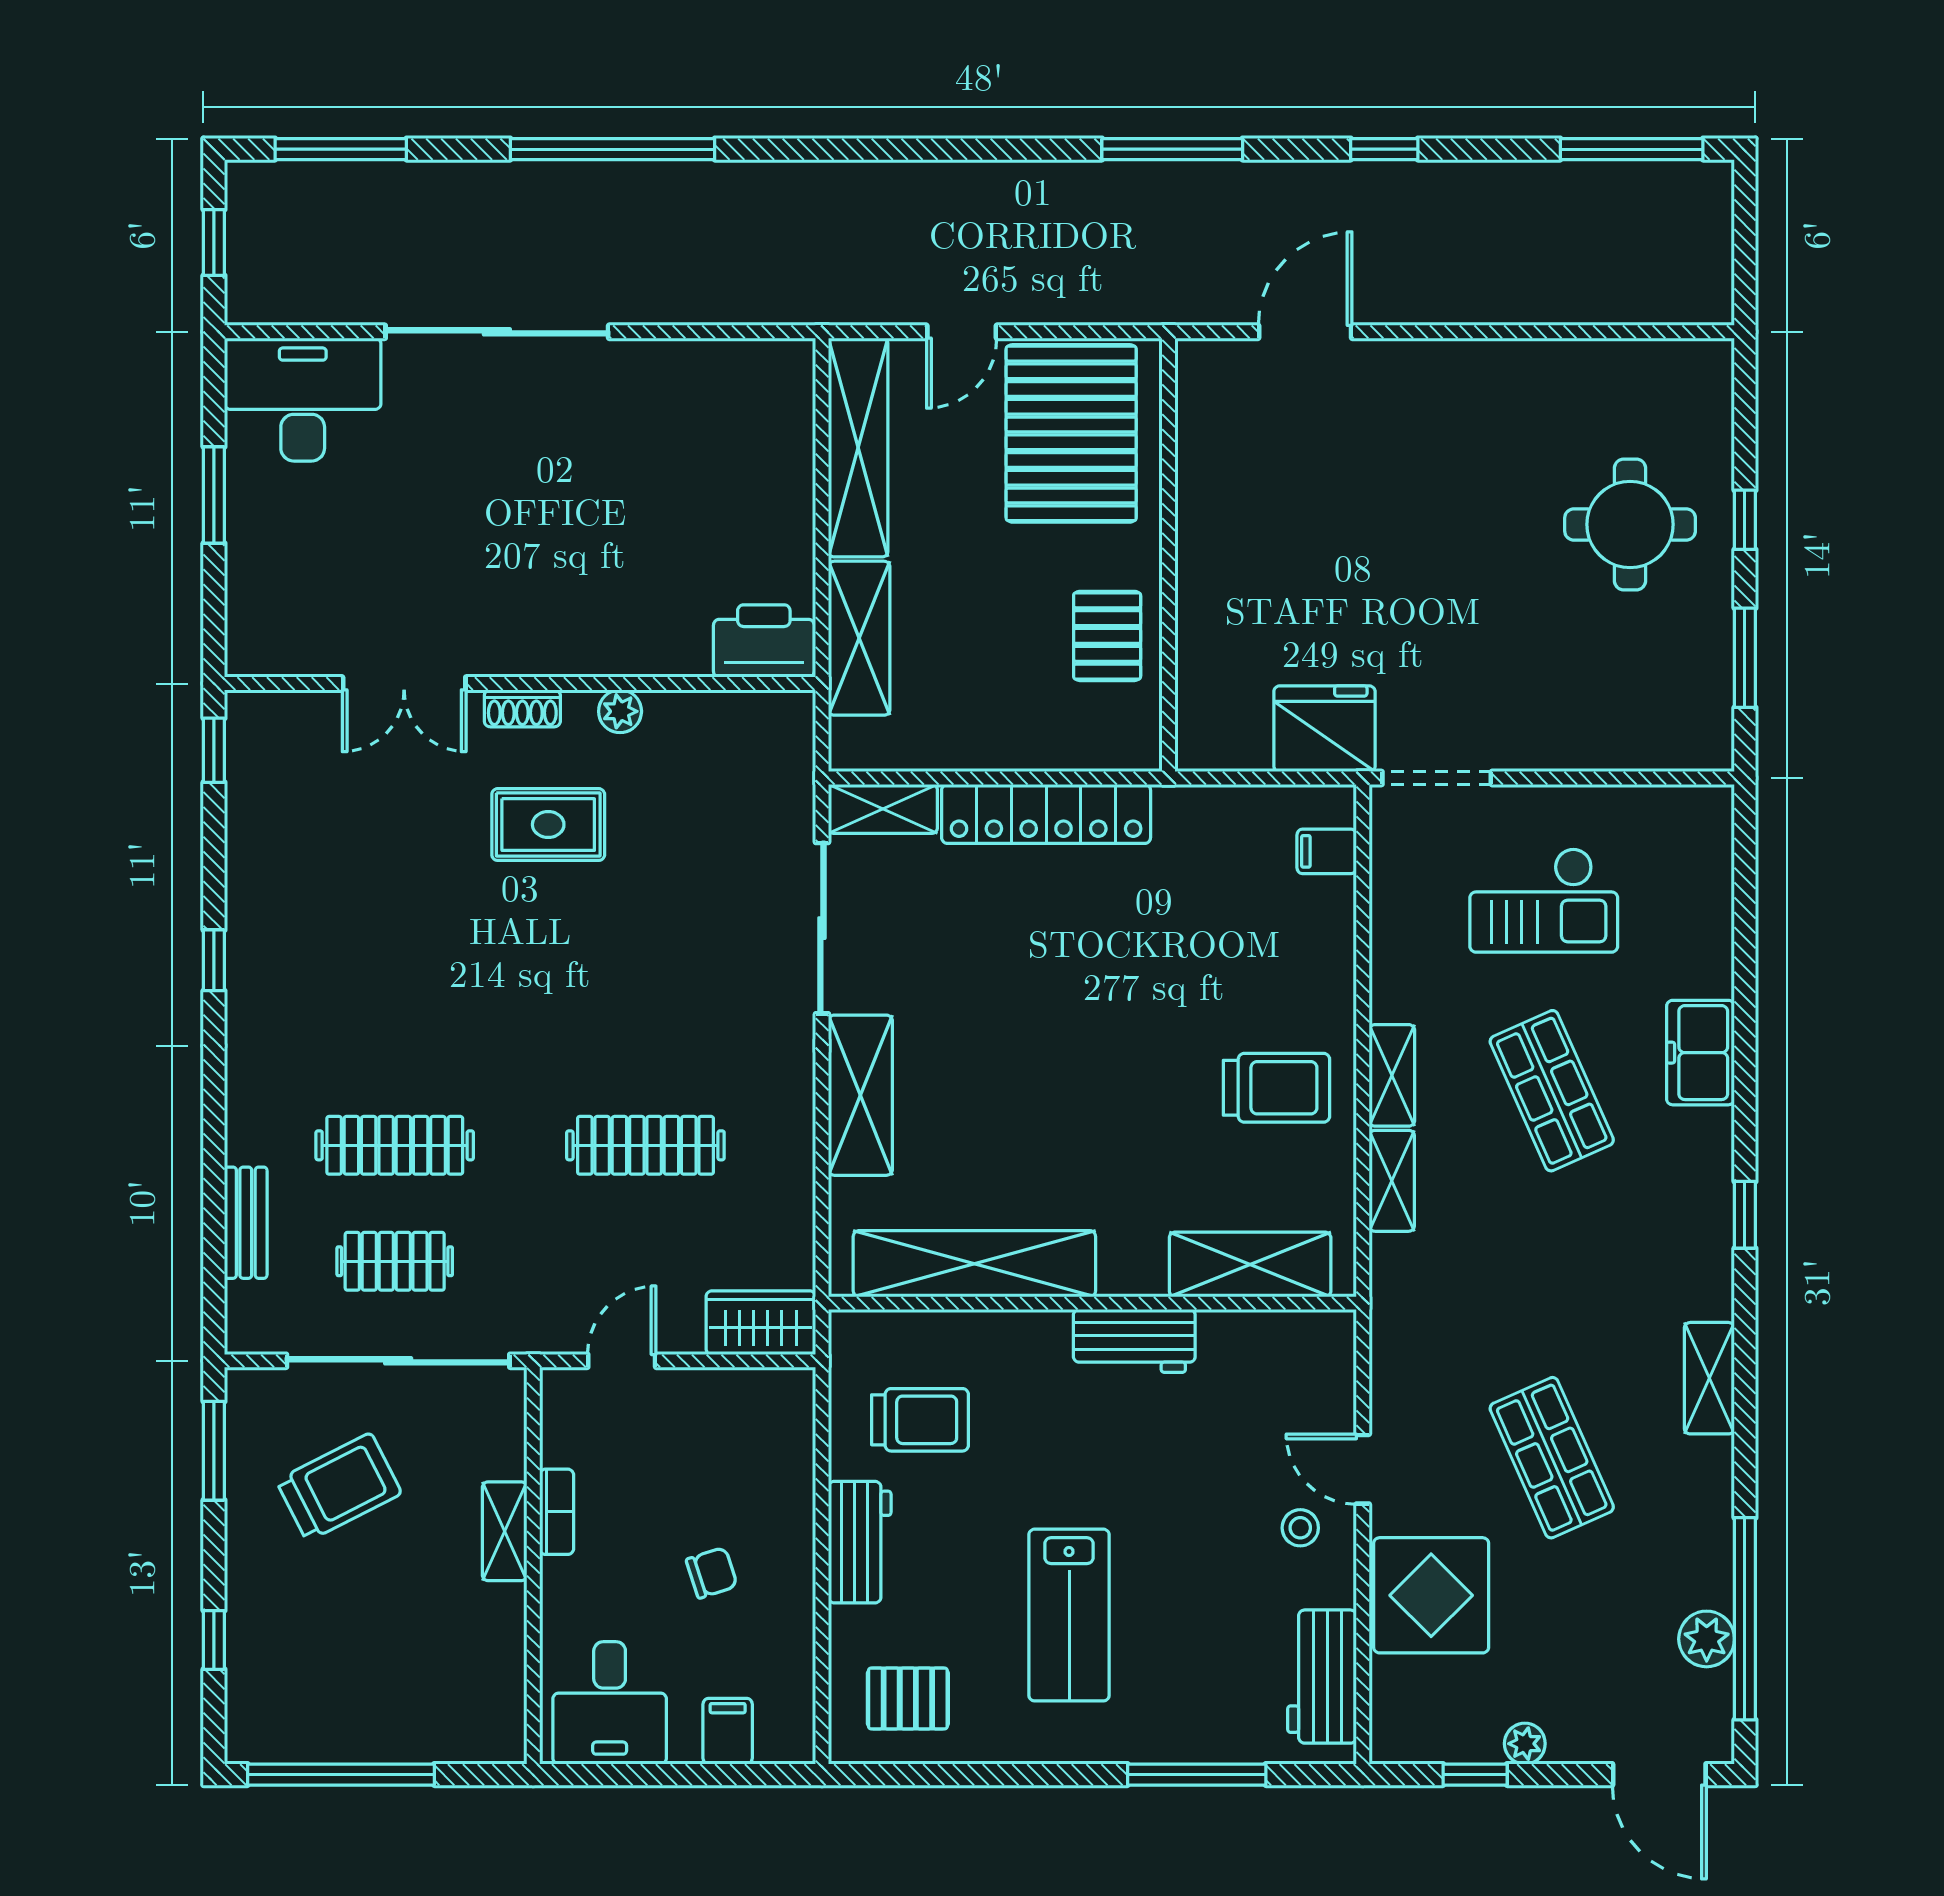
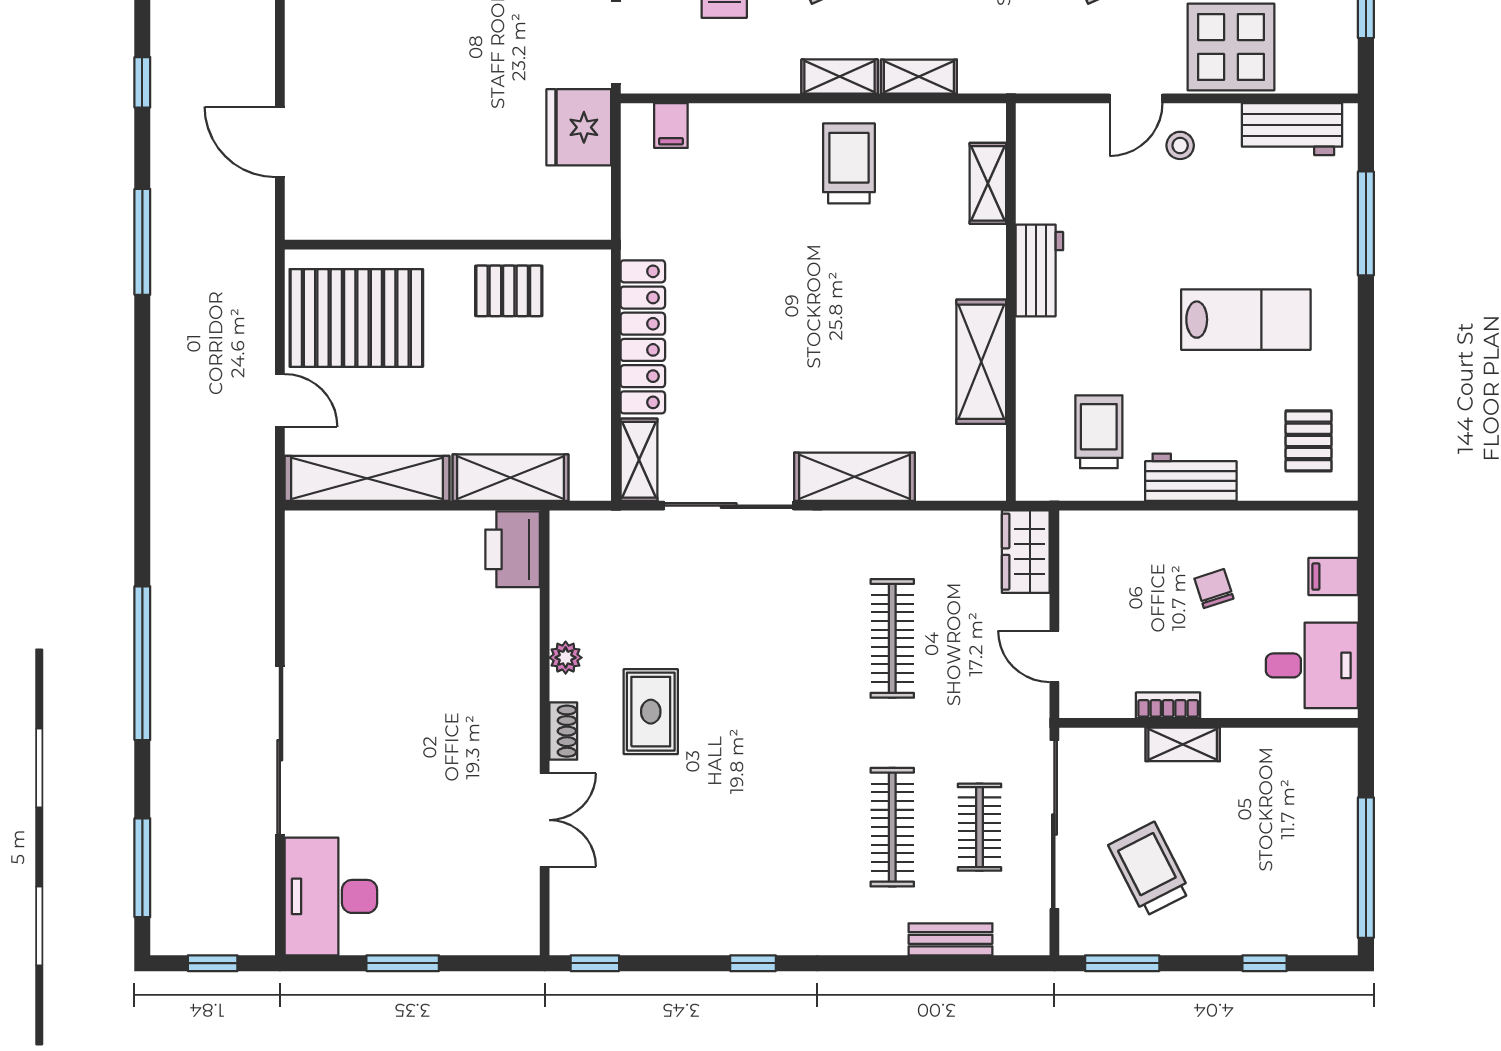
shelving: (974, 1264) -> (981, 362), width x0.68
shelving: (1250, 1264) -> (988, 183), width x0.67, depth x0.75

